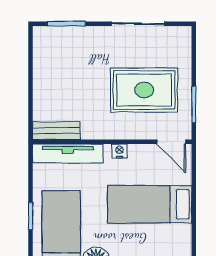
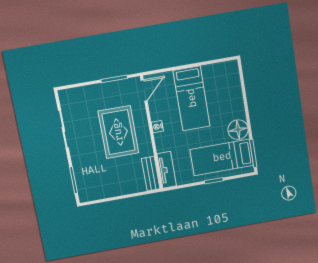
rug: (144, 90) -> (118, 132), moved
tv unit: (68, 153) -> (167, 170), width x0.71

